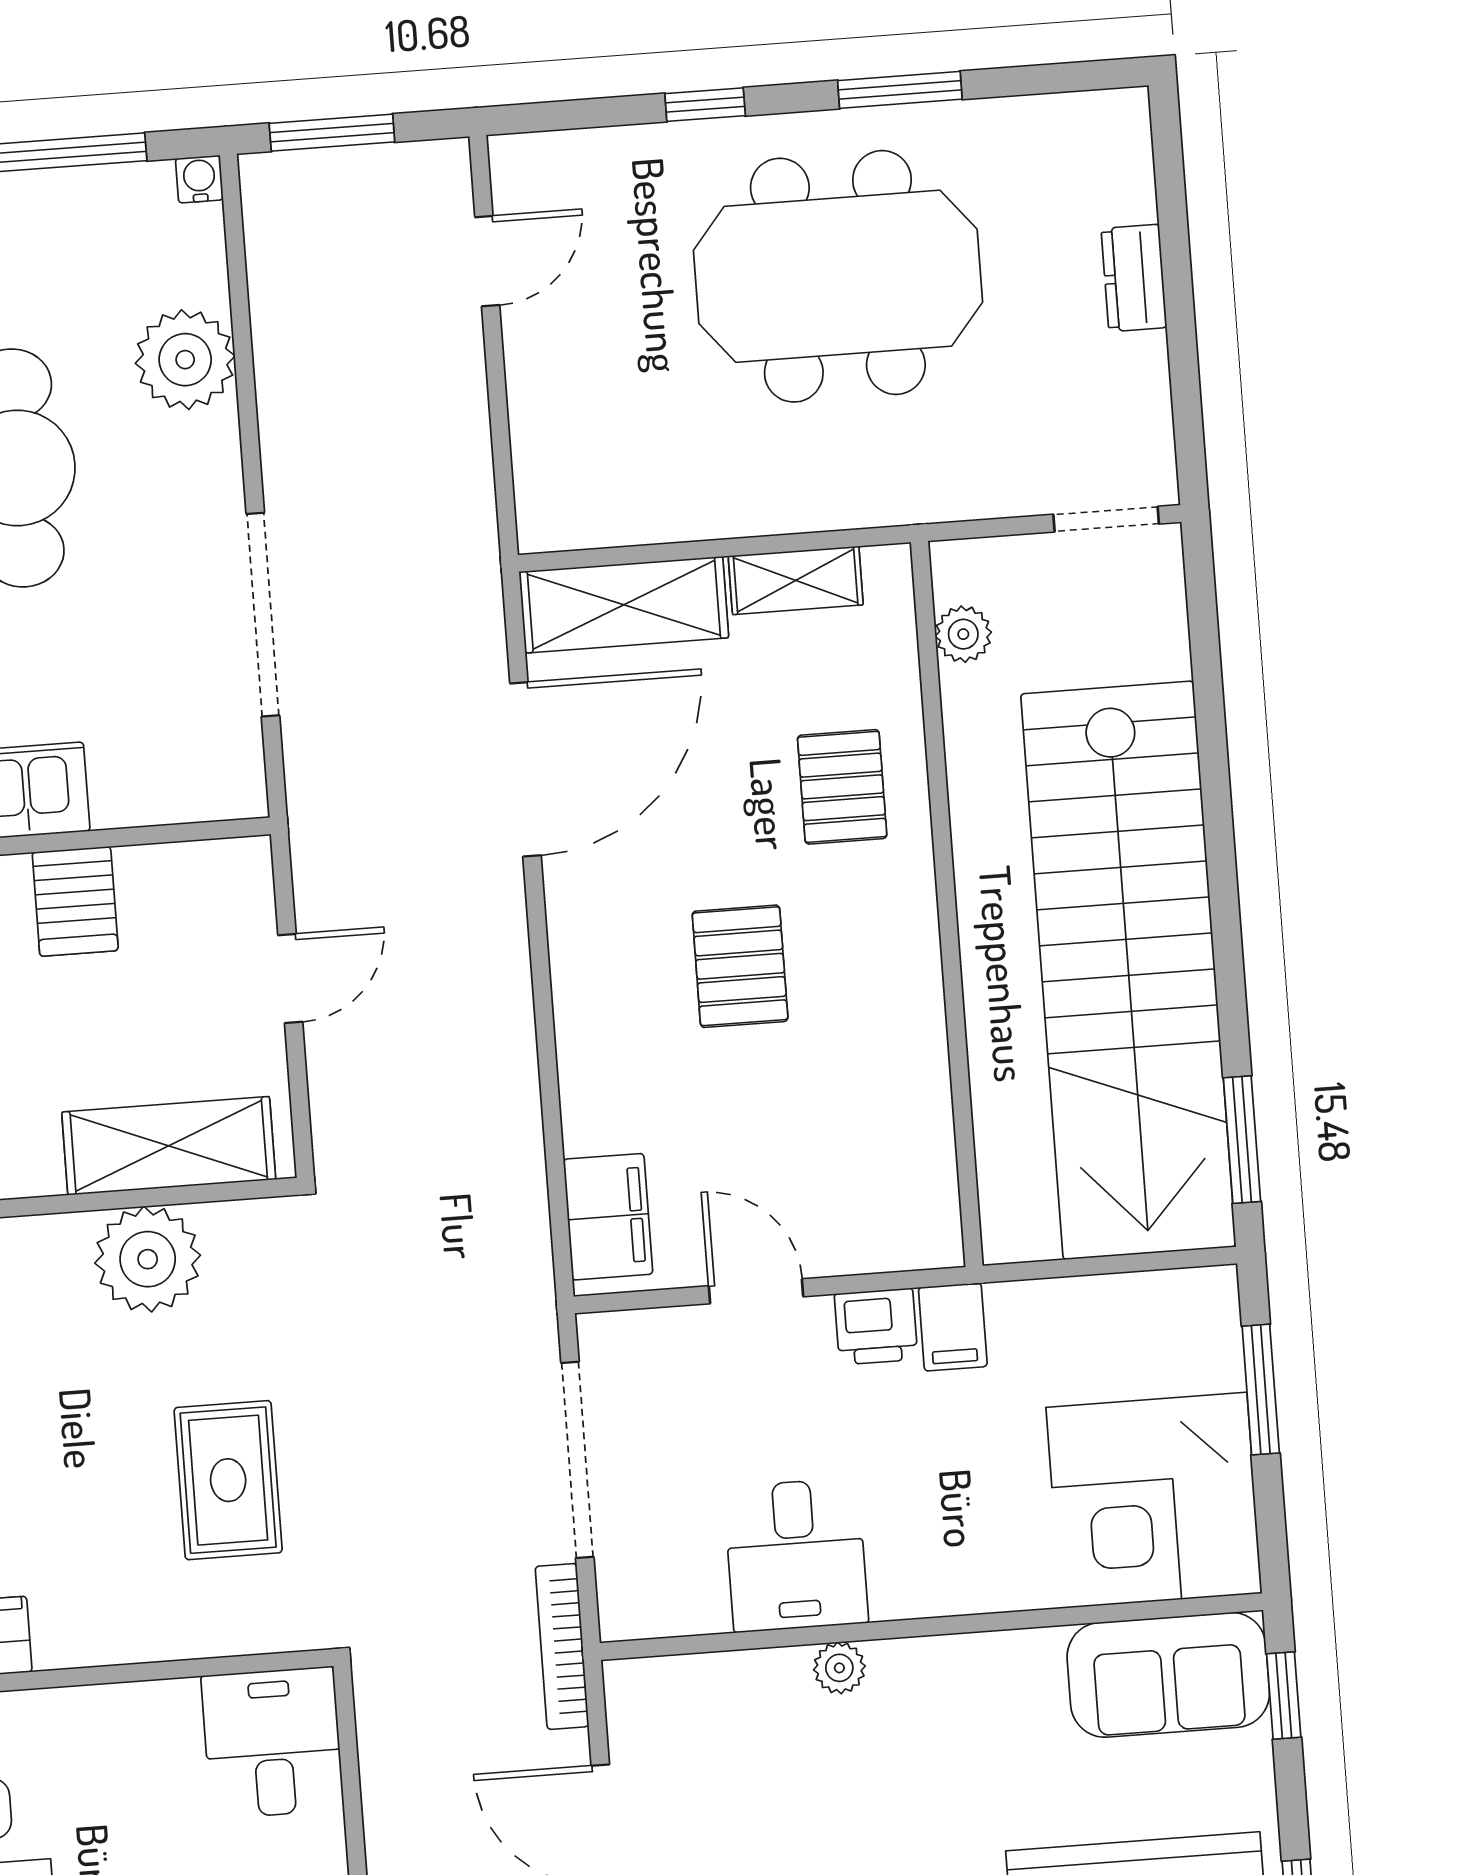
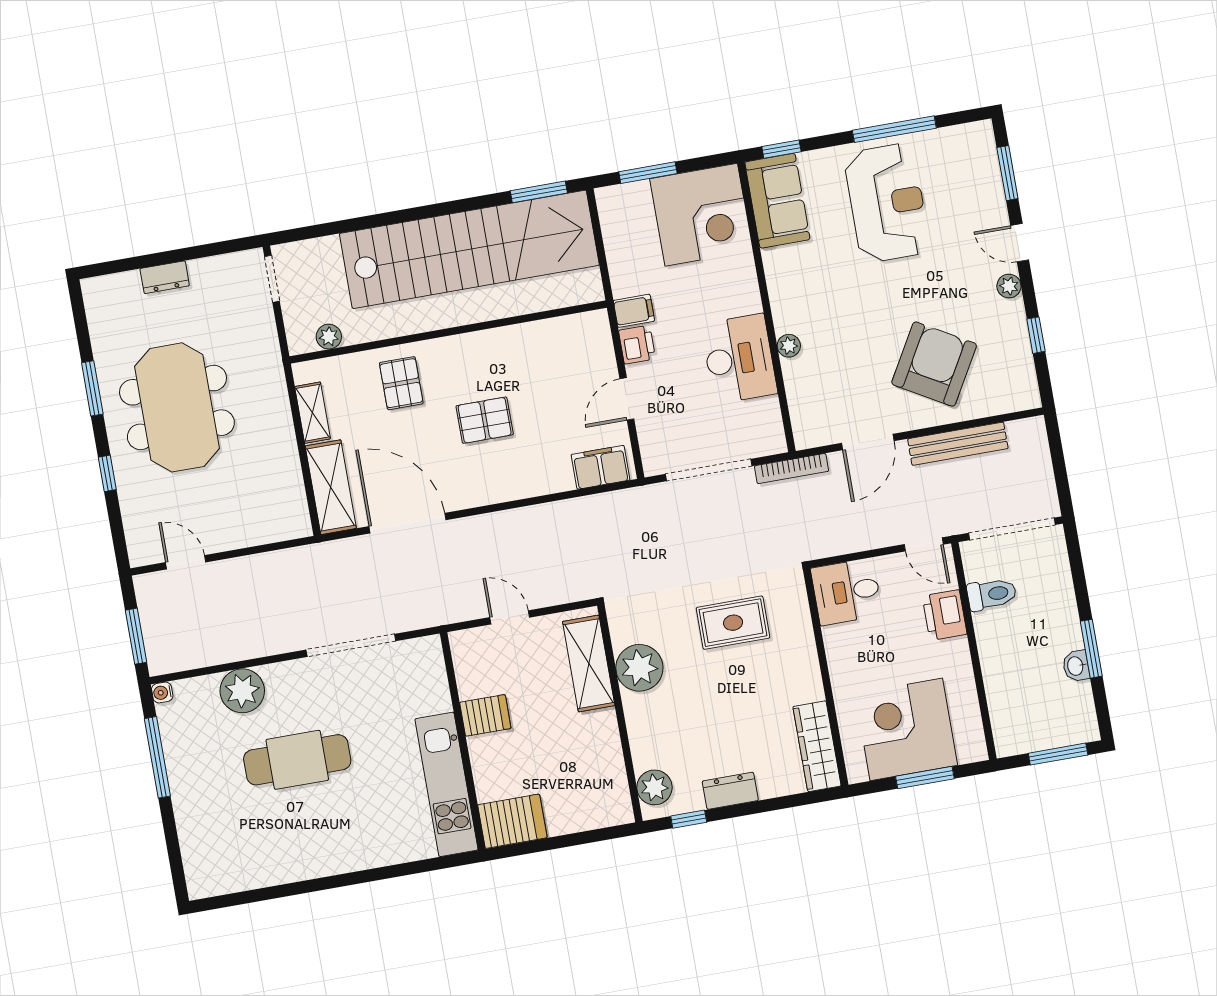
pallet: (842, 787) -> (401, 383), turned 90
desk: (796, 1555) -> (739, 359), width x1.37

